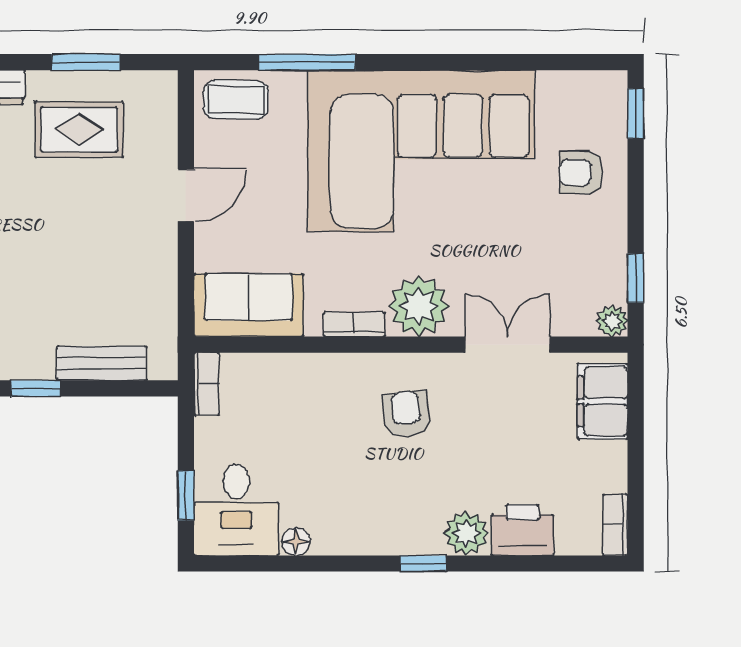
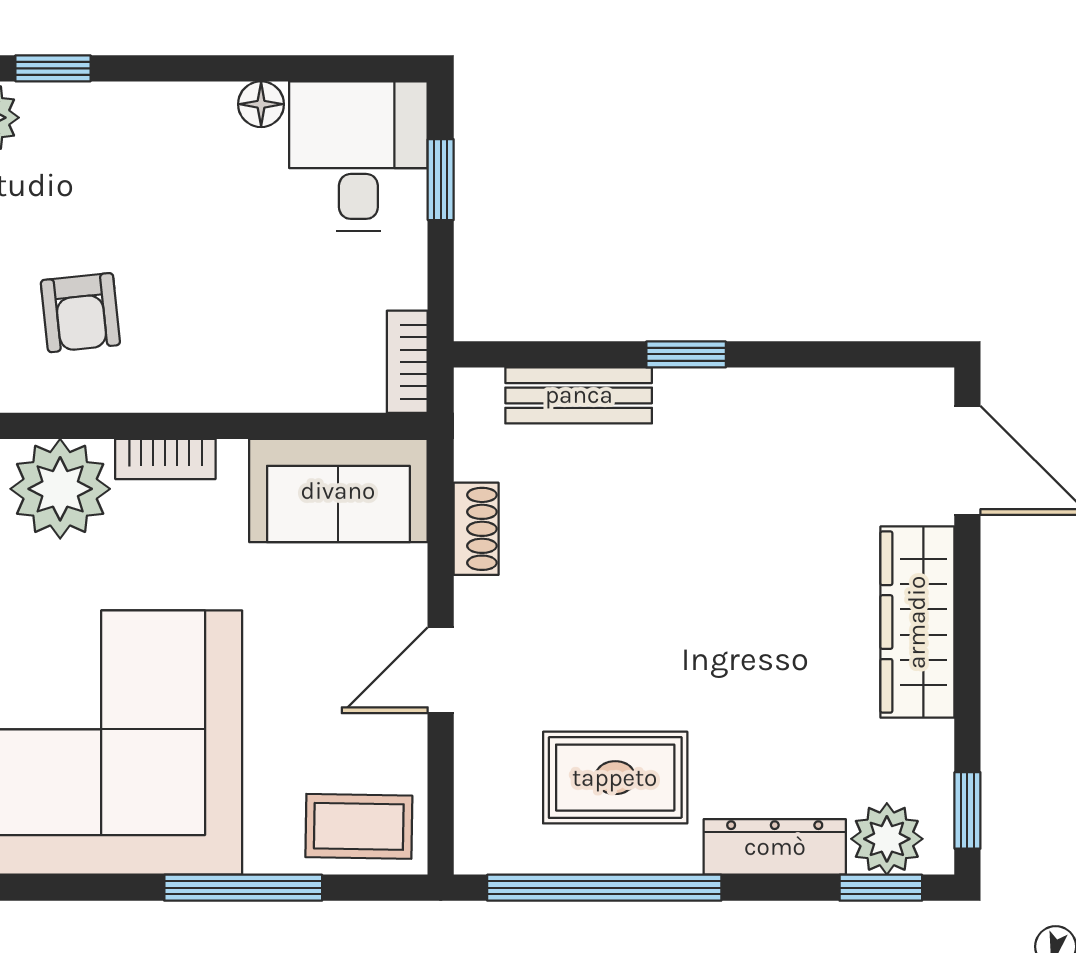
window: (86, 62) -> (604, 888), width x2.11
shoe rack: (164, 282) -> (476, 529), added

